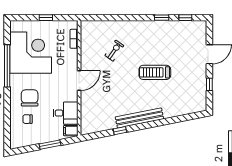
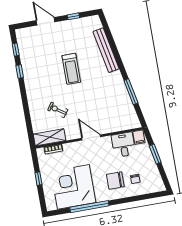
shelving: (87, 37) -> (49, 137), added
bench: (139, 118) -> (106, 50), moved
window: (120, 131) -> (131, 92), width x2.17

